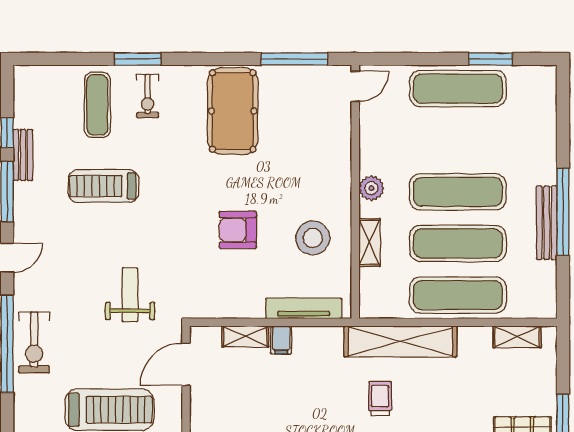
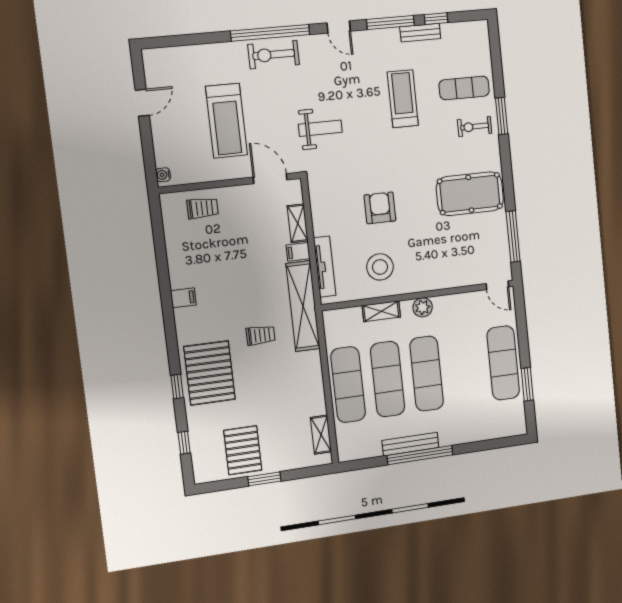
shelving: (400, 341) -> (303, 306), moved

